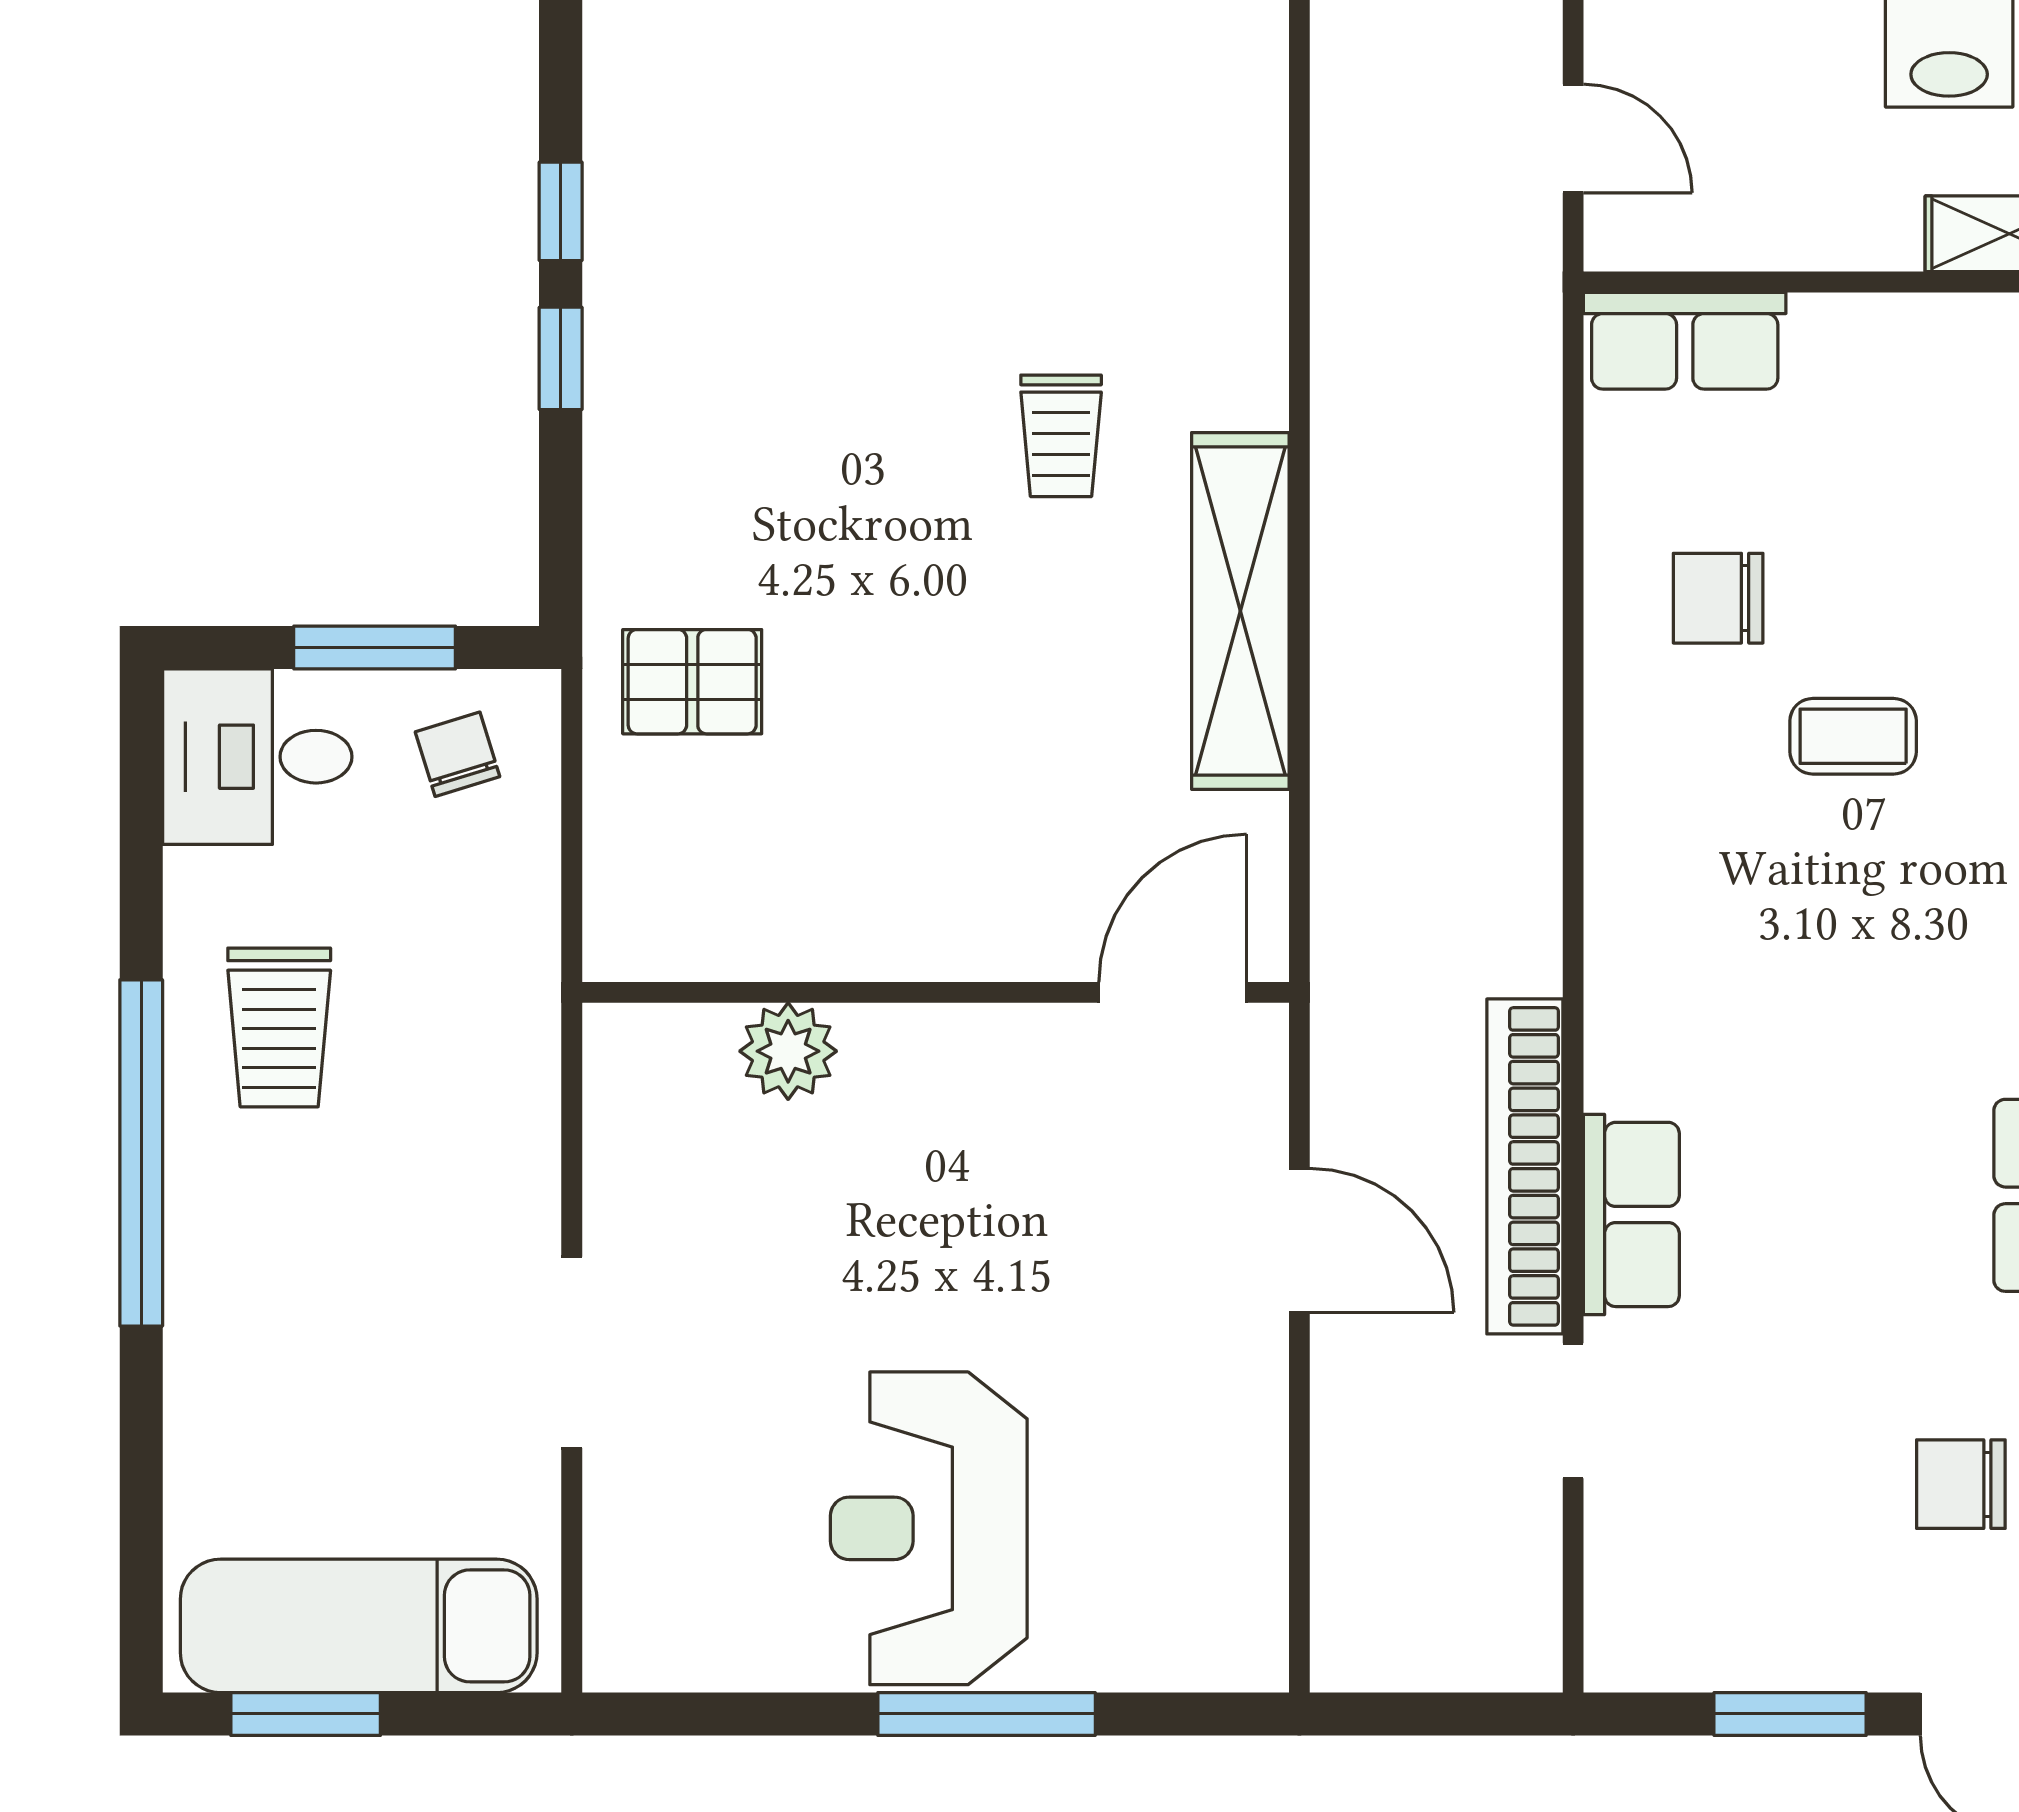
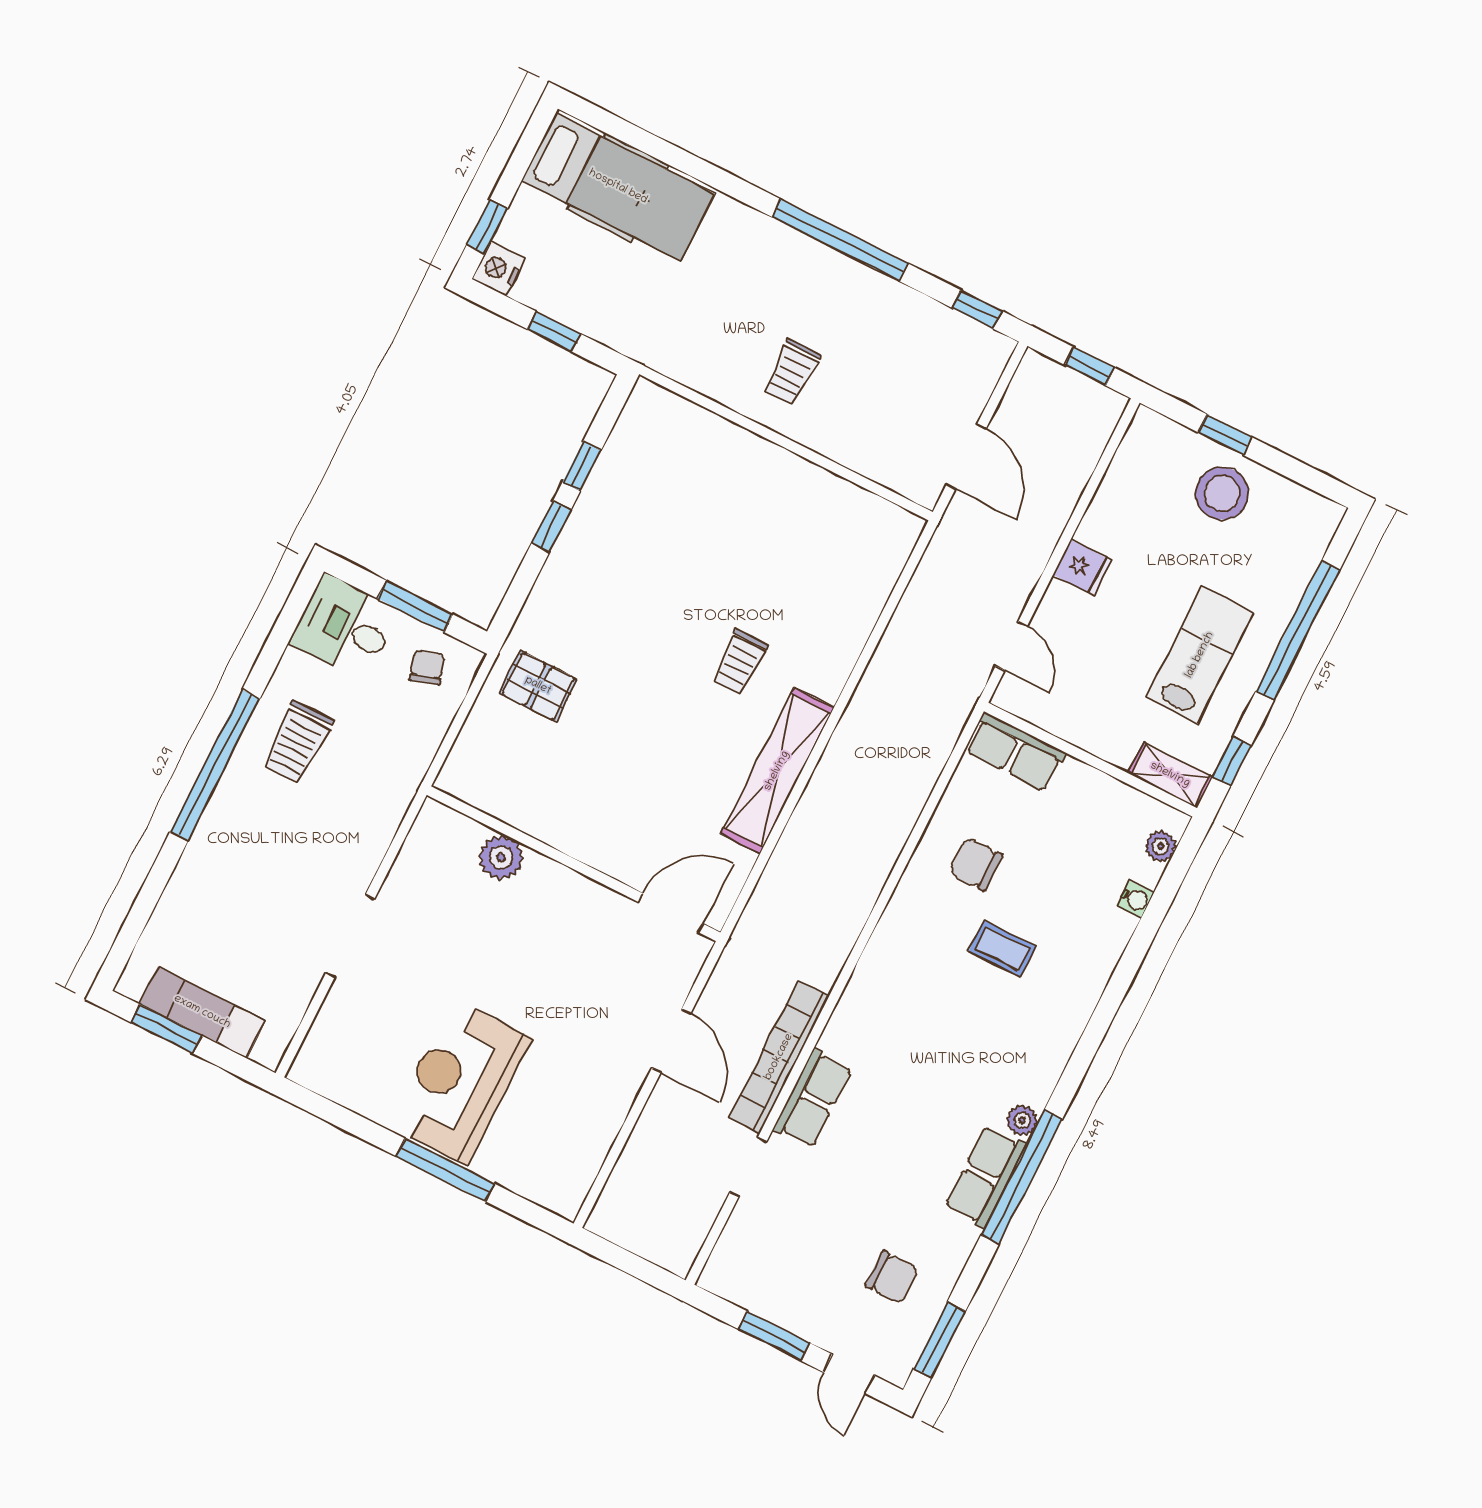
chair: (1961, 1484) -> (892, 1277), turned 180
exam couch: (359, 1626) -> (202, 1012), width x0.73, depth x0.69

